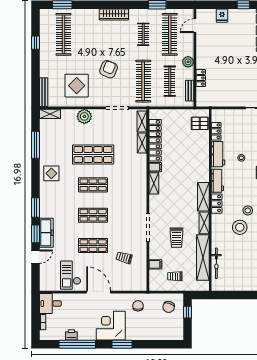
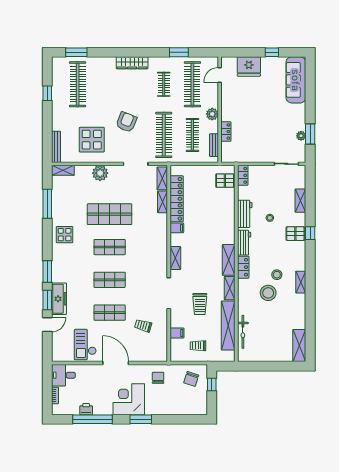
fridge: (222, 16) -> (249, 66), width x1.88, depth x1.34
locker: (216, 131) -> (243, 175), moved
shelving: (154, 183) -> (175, 258), moved

